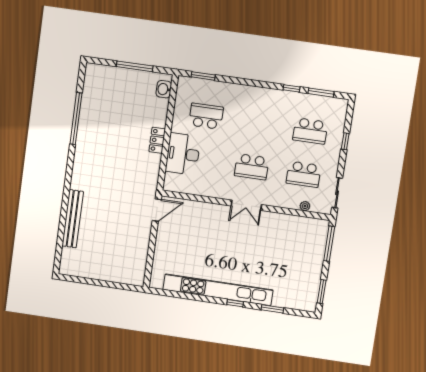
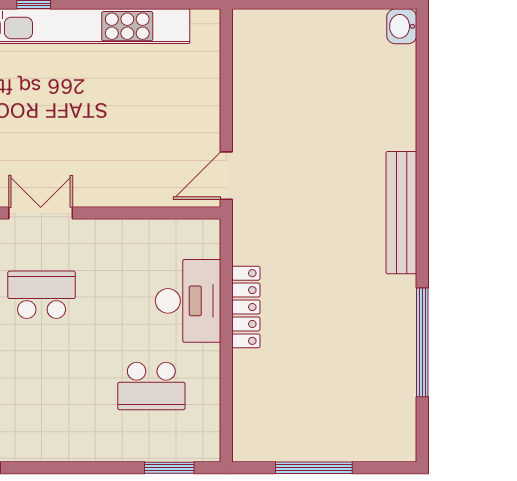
washbasin: (164, 89) -> (402, 26), moved, turned 180
locker: (157, 140) -> (246, 307), width x1.53
bench: (73, 219) -> (401, 213), moved

